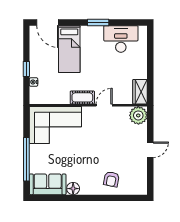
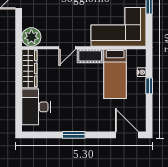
desk: (121, 39) -> (36, 107), moved, turned 90
bed: (69, 49) -> (115, 74), moved, turned 180
wardrobe: (140, 92) -> (29, 68), width x1.50

